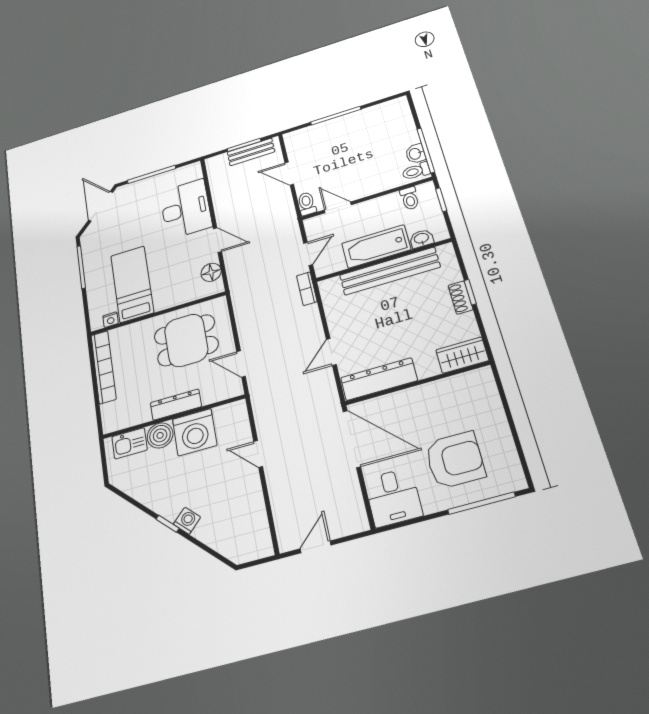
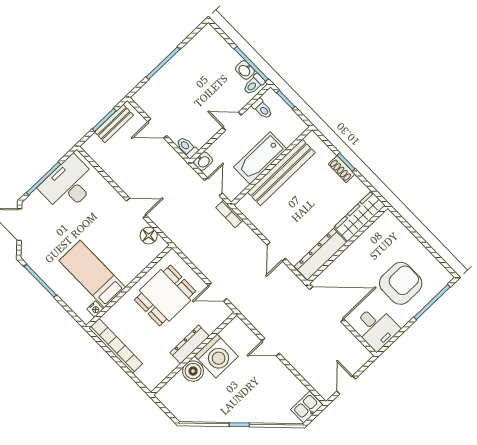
door: (338, 207) -> (232, 121), moved
desk: (186, 209) -> (69, 185), moved, turned -90
washbasin: (421, 239) -> (203, 161), moved, turned 180
wardrobe: (462, 355) -> (360, 216), width x1.50
kitchen sink: (129, 443) -> (307, 407), moved, turned 180
washing machine: (187, 521) -> (251, 416), removed

